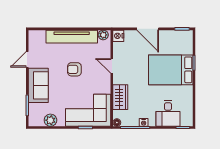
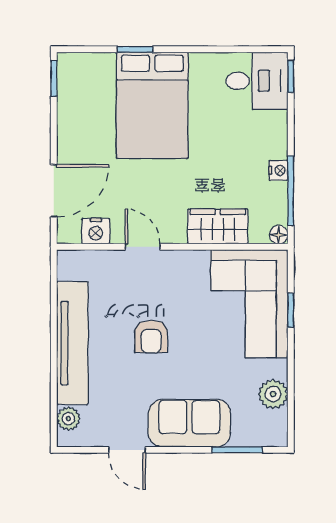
door: (148, 29) -> (54, 191), moved
plant: (103, 35) -> (68, 419), moved
nightstand: (118, 36) -> (96, 231), moved
door: (112, 66) -> (143, 247), swing flipped
desk: (168, 113) -> (257, 81), moved

